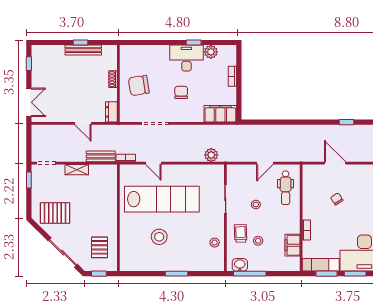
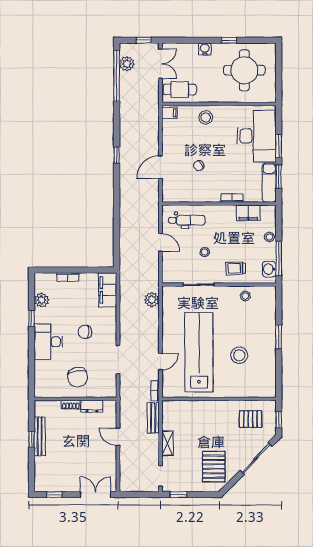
desk: (186, 58) -> (48, 342), moved
dresser: (111, 112) -> (92, 406), moved
door: (83, 123) -> (118, 437), swing flipped
stool: (258, 241) -> (269, 237), moved

